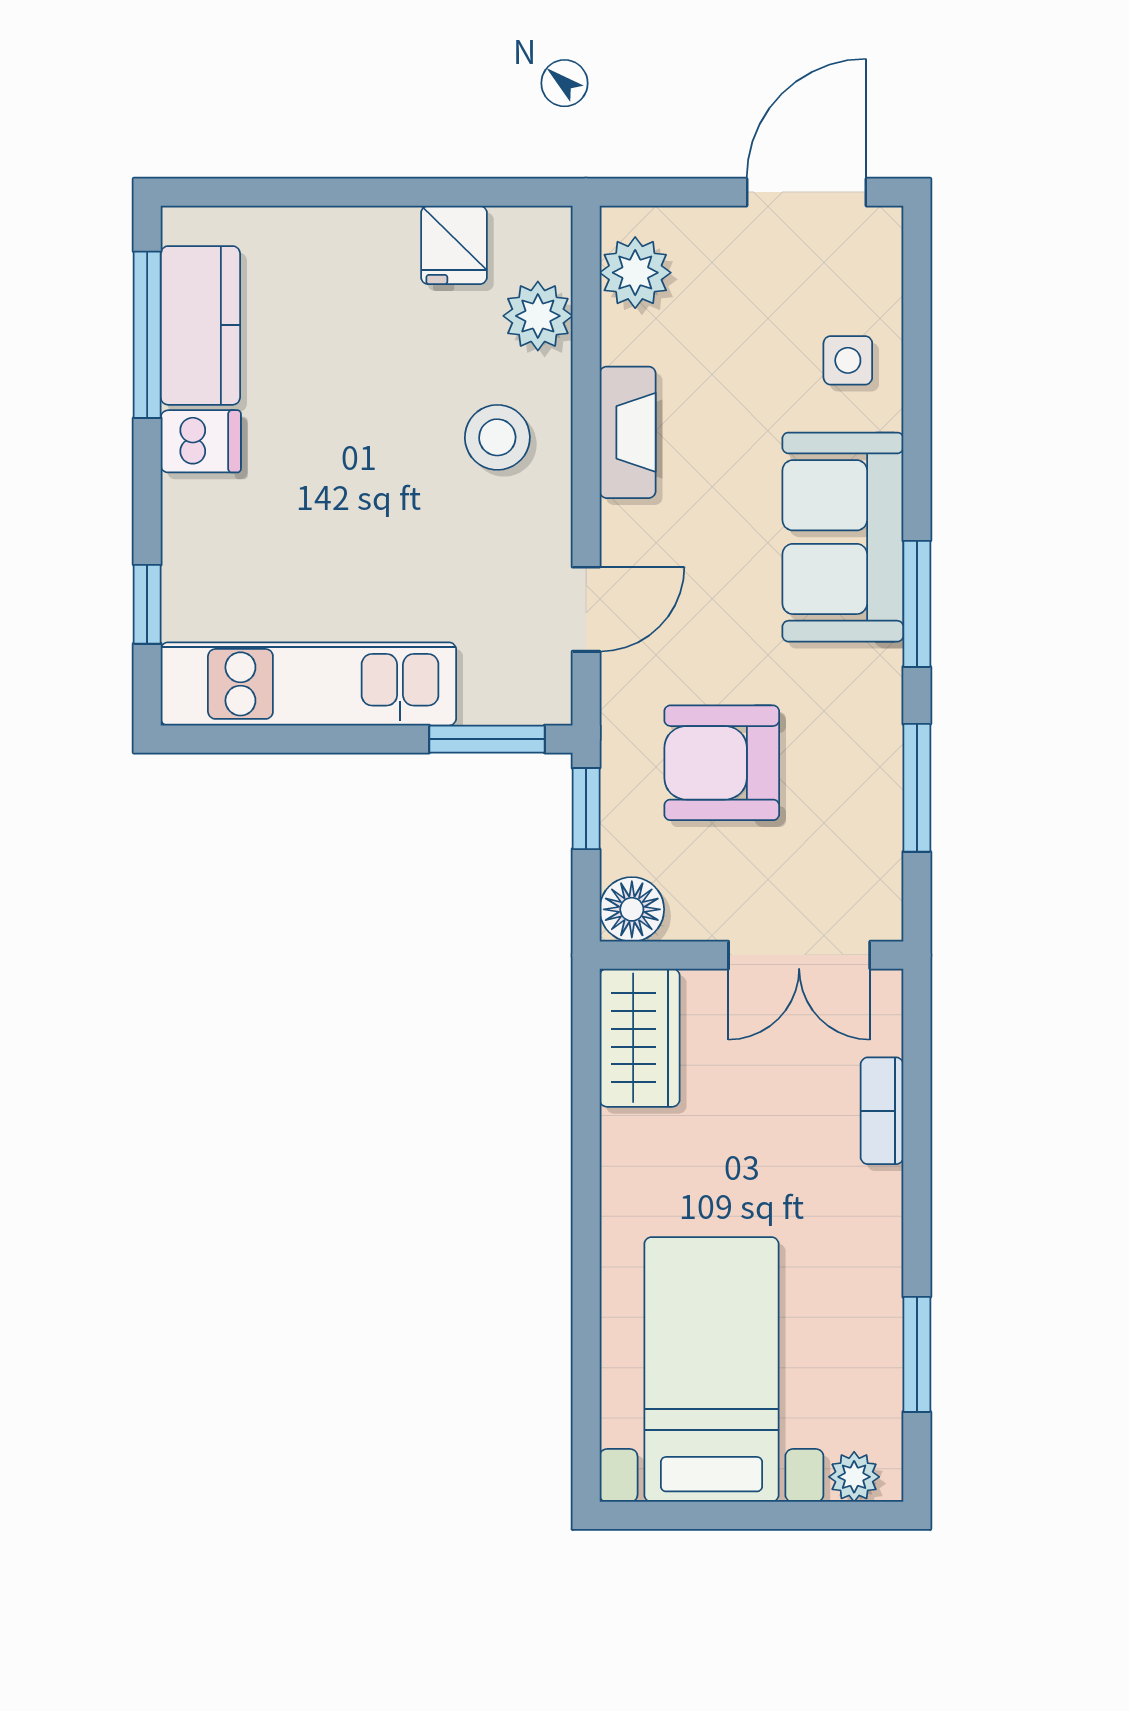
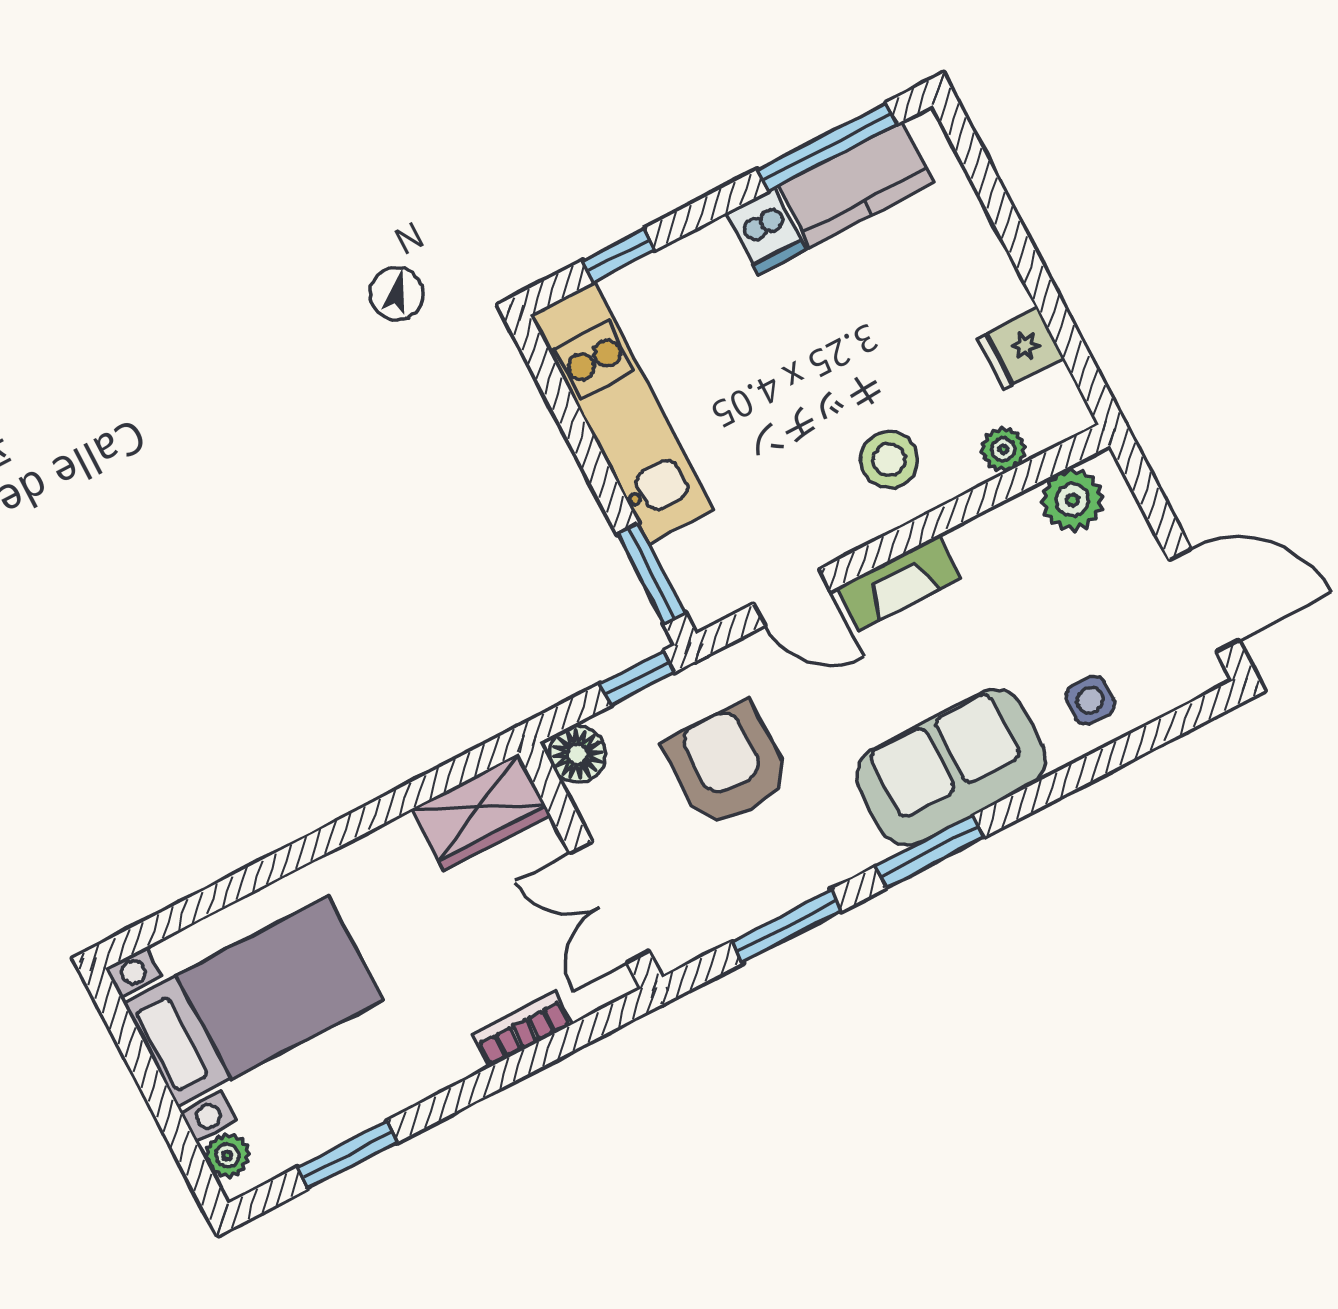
plant: (538, 316) -> (1003, 449), width x0.73, depth x0.73
fireplace: (628, 432) -> (899, 583), moved

